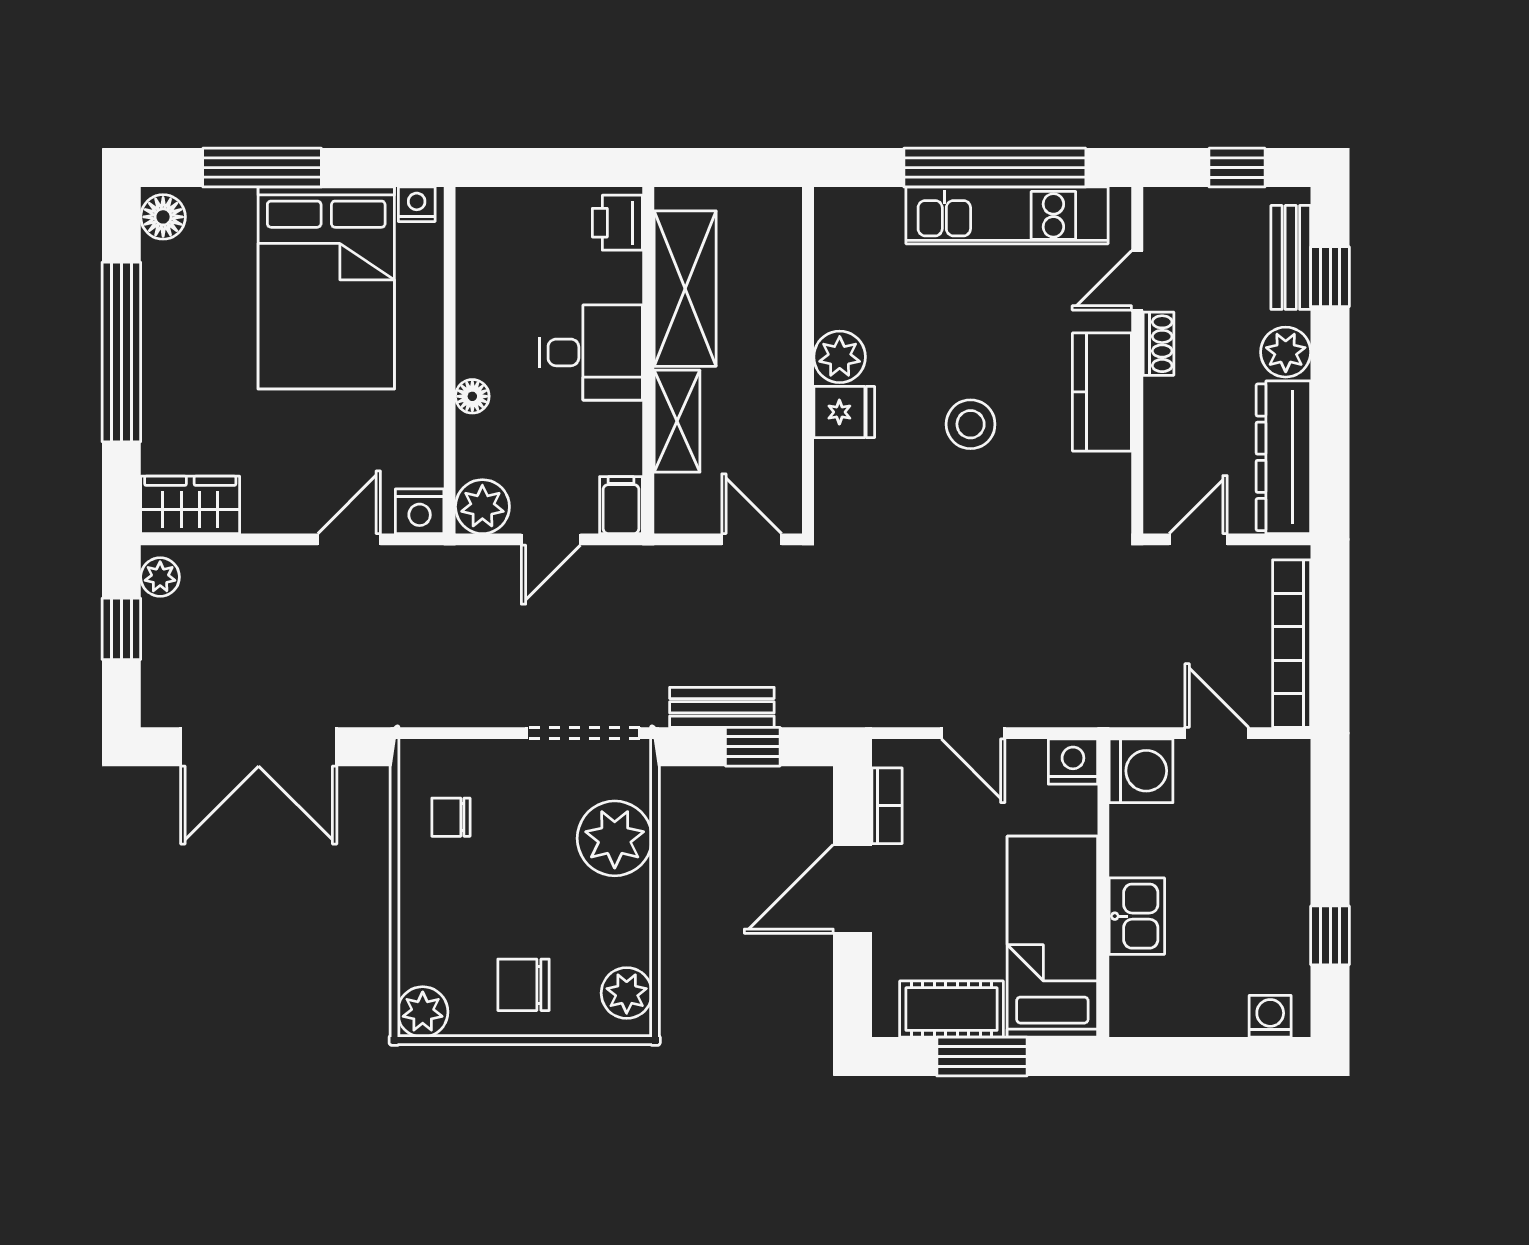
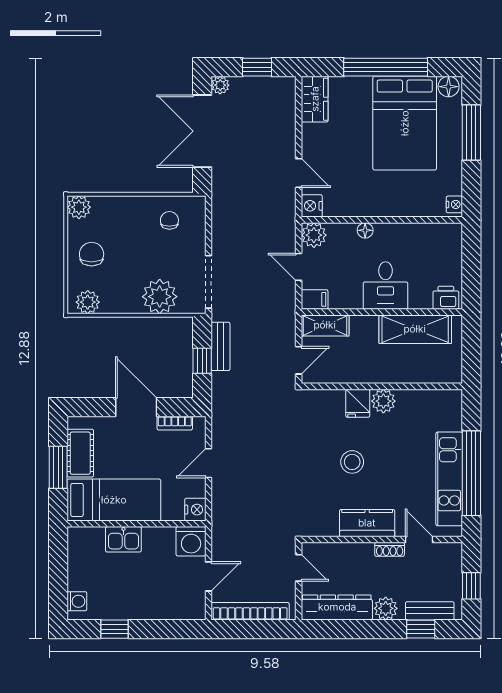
bed: (326, 288) -> (405, 123), moved, turned -90
shelving: (677, 421) -> (325, 325), moved
plant: (160, 577) -> (220, 85), moved

